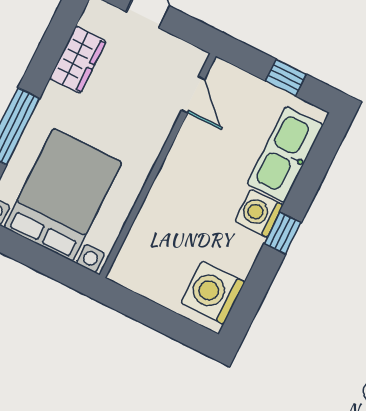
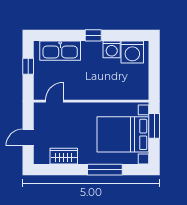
washing machine: (259, 213) -> (112, 49), moved
window: (49, 263) -> (154, 126), added

